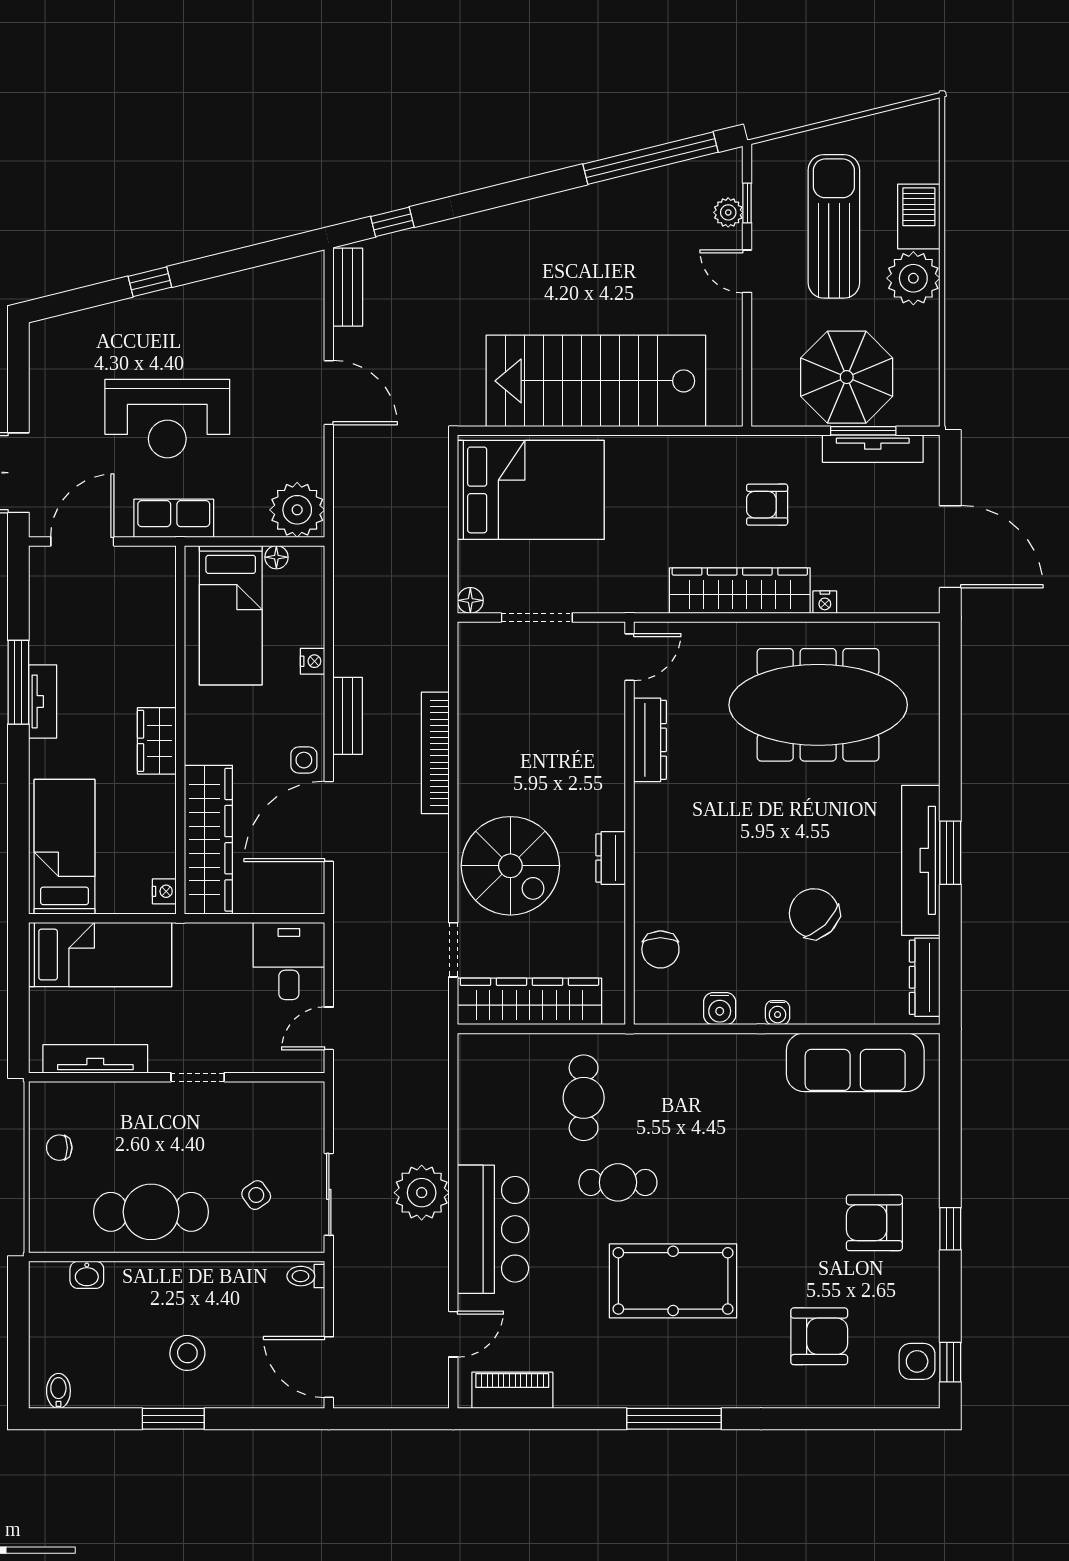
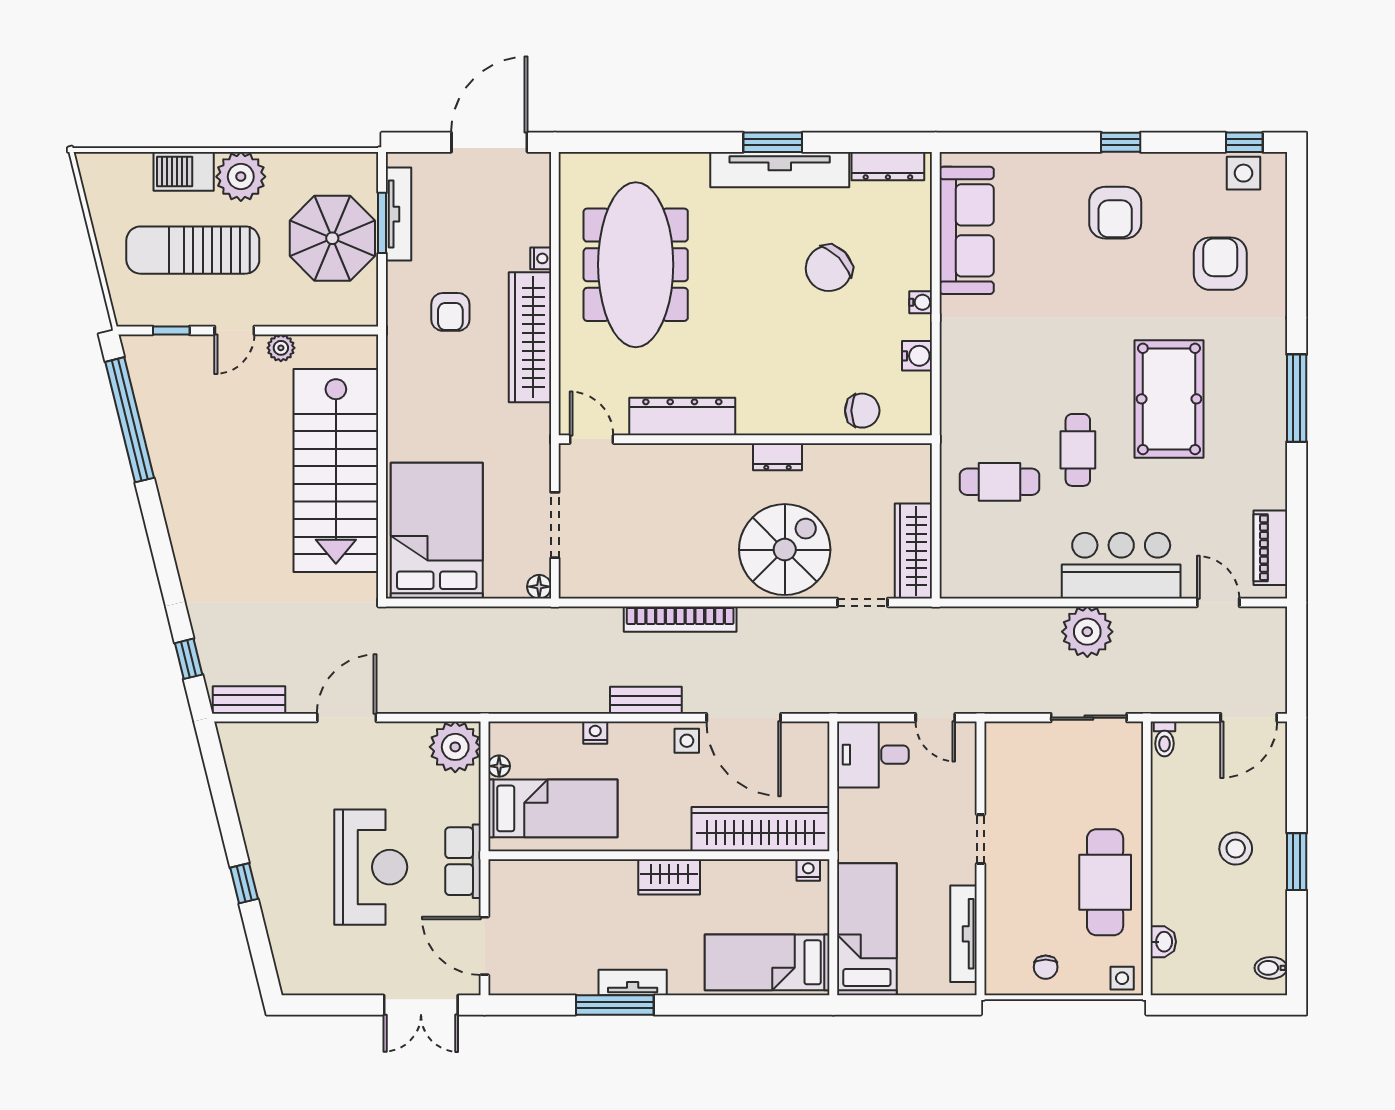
plant: (728, 212) -> (281, 348), moved
dresser: (650, 740) -> (682, 417), width x1.37, depth x1.24
wardrobe: (529, 1001) -> (913, 551), width x0.71, depth x0.85
side table: (256, 1195) -> (1122, 978), moved, turned 35

